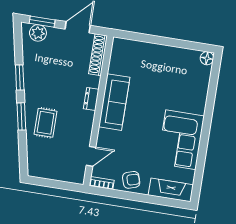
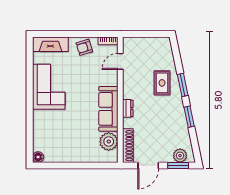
plant: (120, 63) -> (109, 142), added

